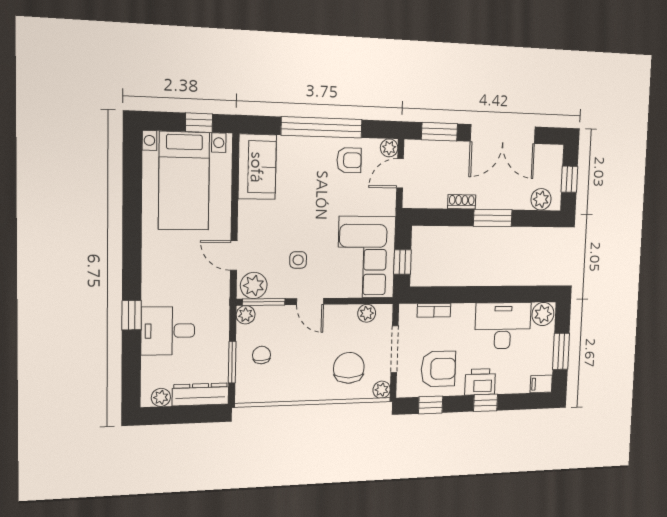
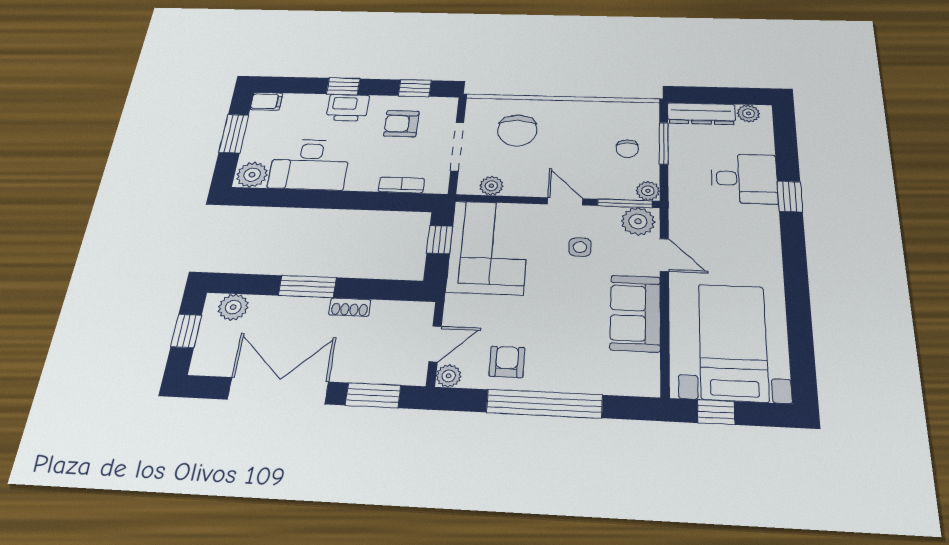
armchair: (349, 160) -> (507, 362), turned 90
sofa: (257, 167) -> (635, 313), moved
armchair: (438, 369) -> (401, 124), width x0.72, depth x0.72
plant: (382, 390) -> (477, 106), removed

